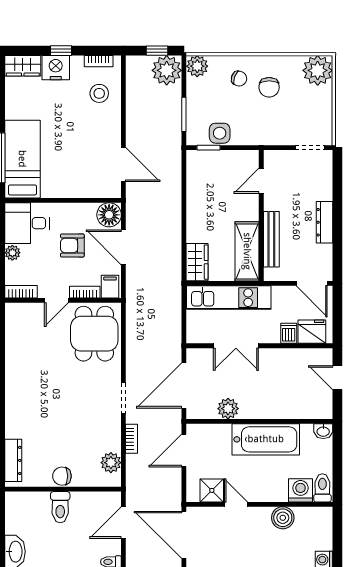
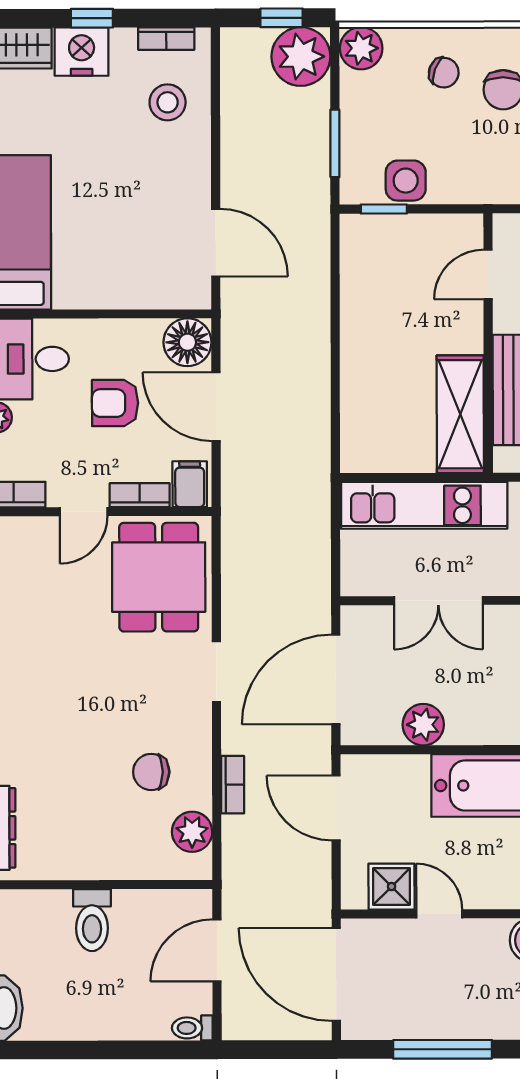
wardrobe: (197, 262) -> (361, 435), removed
doorway: (123, 398) -> (216, 672), moved
door: (184, 451) -> (336, 808), hinge flipped
chair: (62, 476) -> (151, 772), moved

